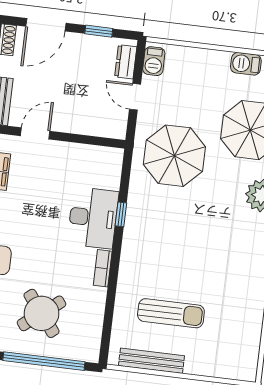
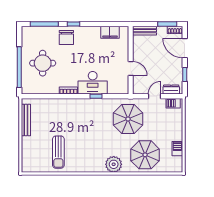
door: (35, 133) -> (131, 68), moved
round table: (42, 313) -> (43, 63), turned 38
sun lounger: (171, 313) -> (58, 152), moved

